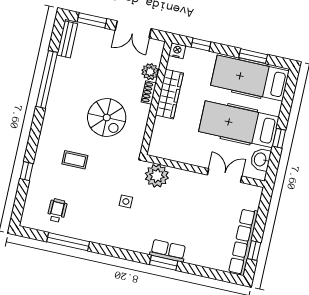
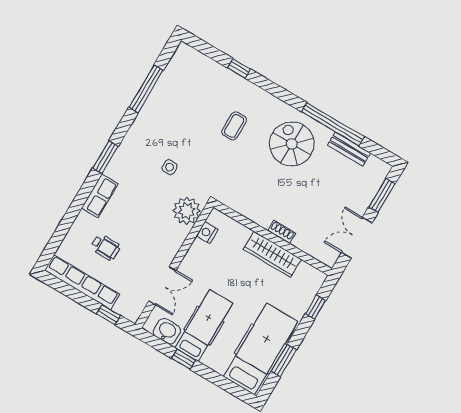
bench: (67, 39) -> (349, 149), moved
nightstand: (177, 51) -> (207, 233), moved, turned 180
plant: (150, 72) -> (304, 241), removed
spiral stairs: (107, 117) -> (292, 144), moved, turned 90
hospital bed: (239, 124) -> (204, 326), width x0.73, depth x0.78
wheelchair: (57, 210) -> (106, 247), moved
window: (254, 251) -> (108, 315), moved
window: (164, 263) -> (105, 157), moved

